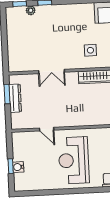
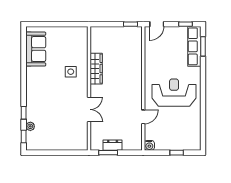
dresser: (15, 98) -> (113, 145), width x0.70
reception desk: (74, 160) -> (174, 93), turned 180
water cooler: (18, 167) -> (149, 145), moved

